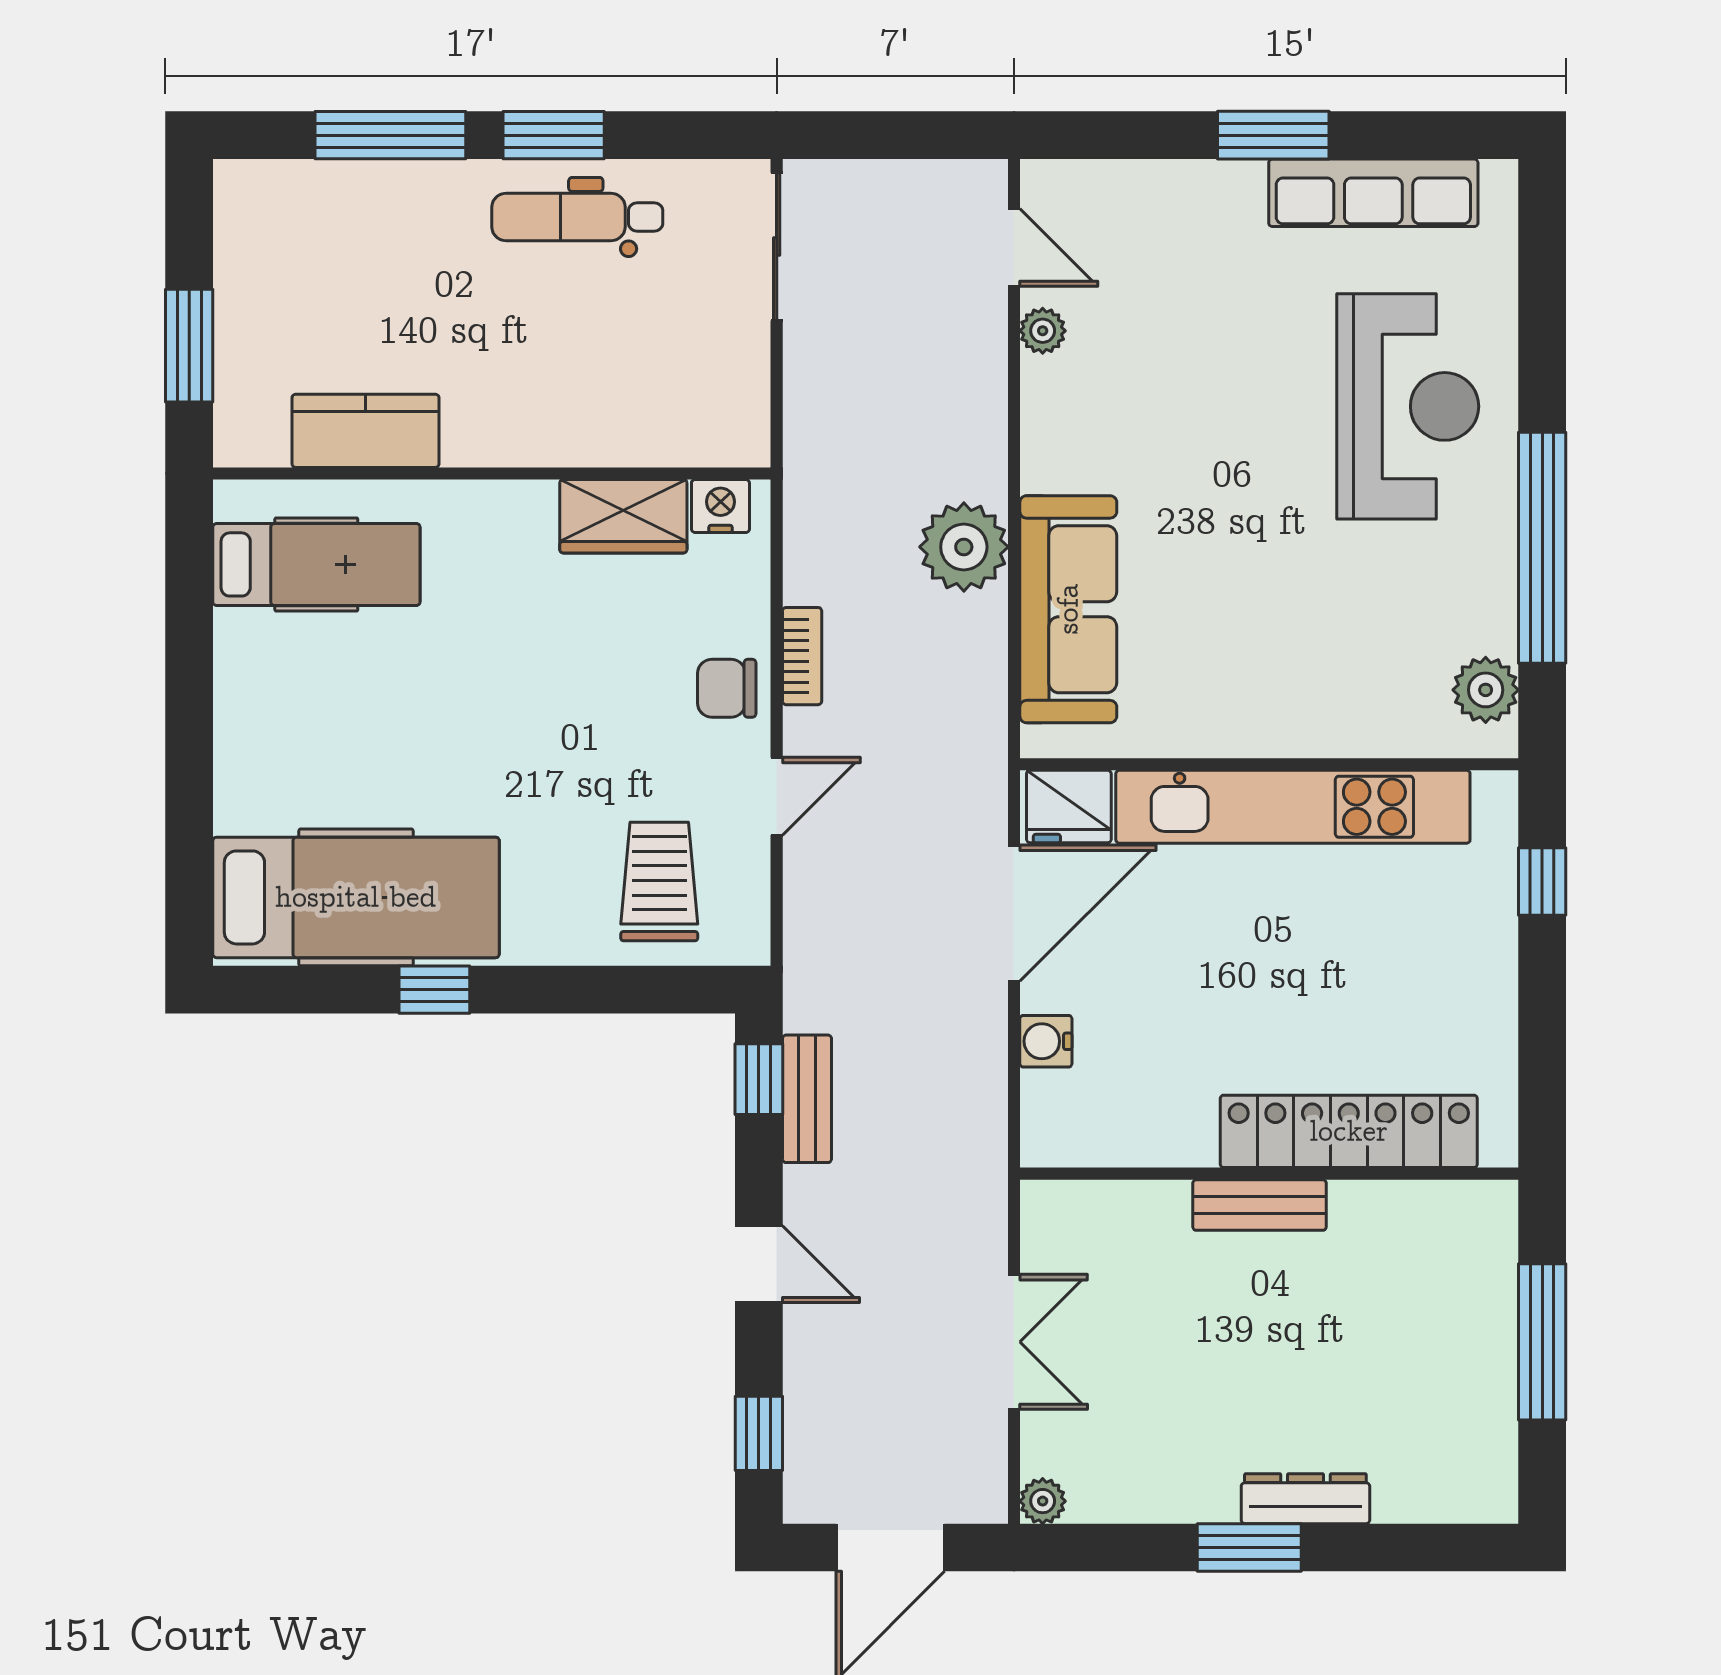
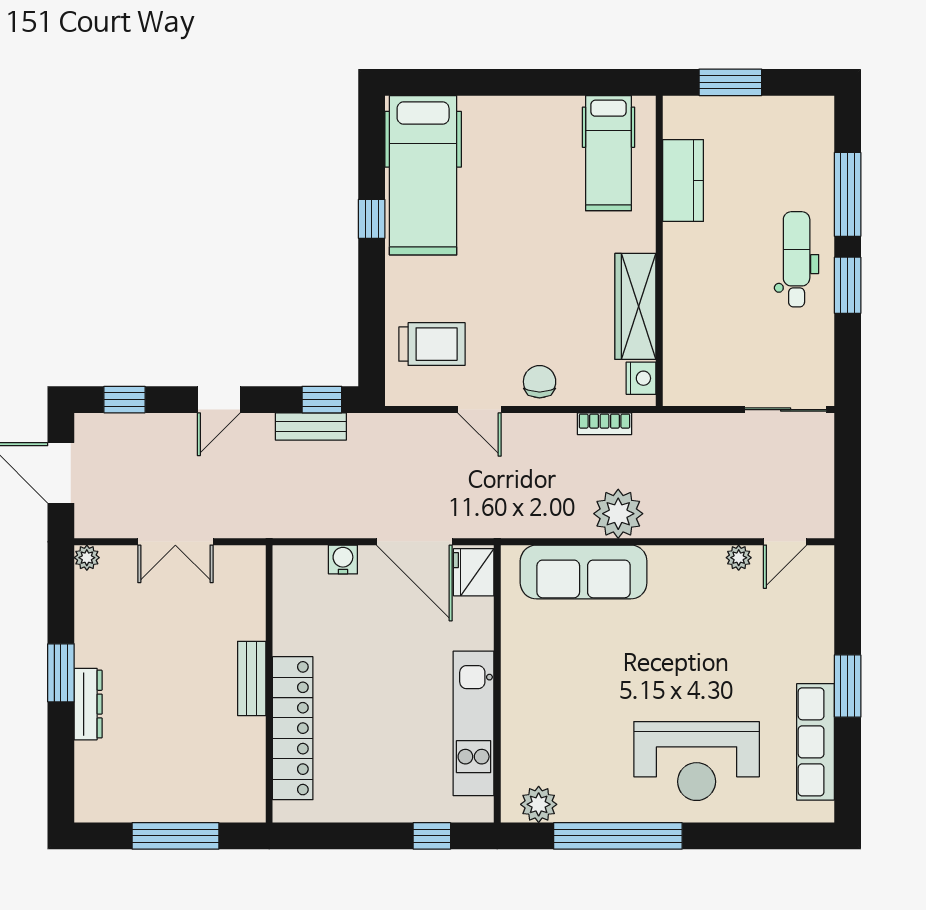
dental chair: (577, 217) -> (797, 259), moved
wardrobe: (623, 516) -> (635, 306), width x1.50
bookcase: (802, 656) -> (604, 424), moved
kitchen unit: (1293, 807) -> (474, 723), width x0.73

